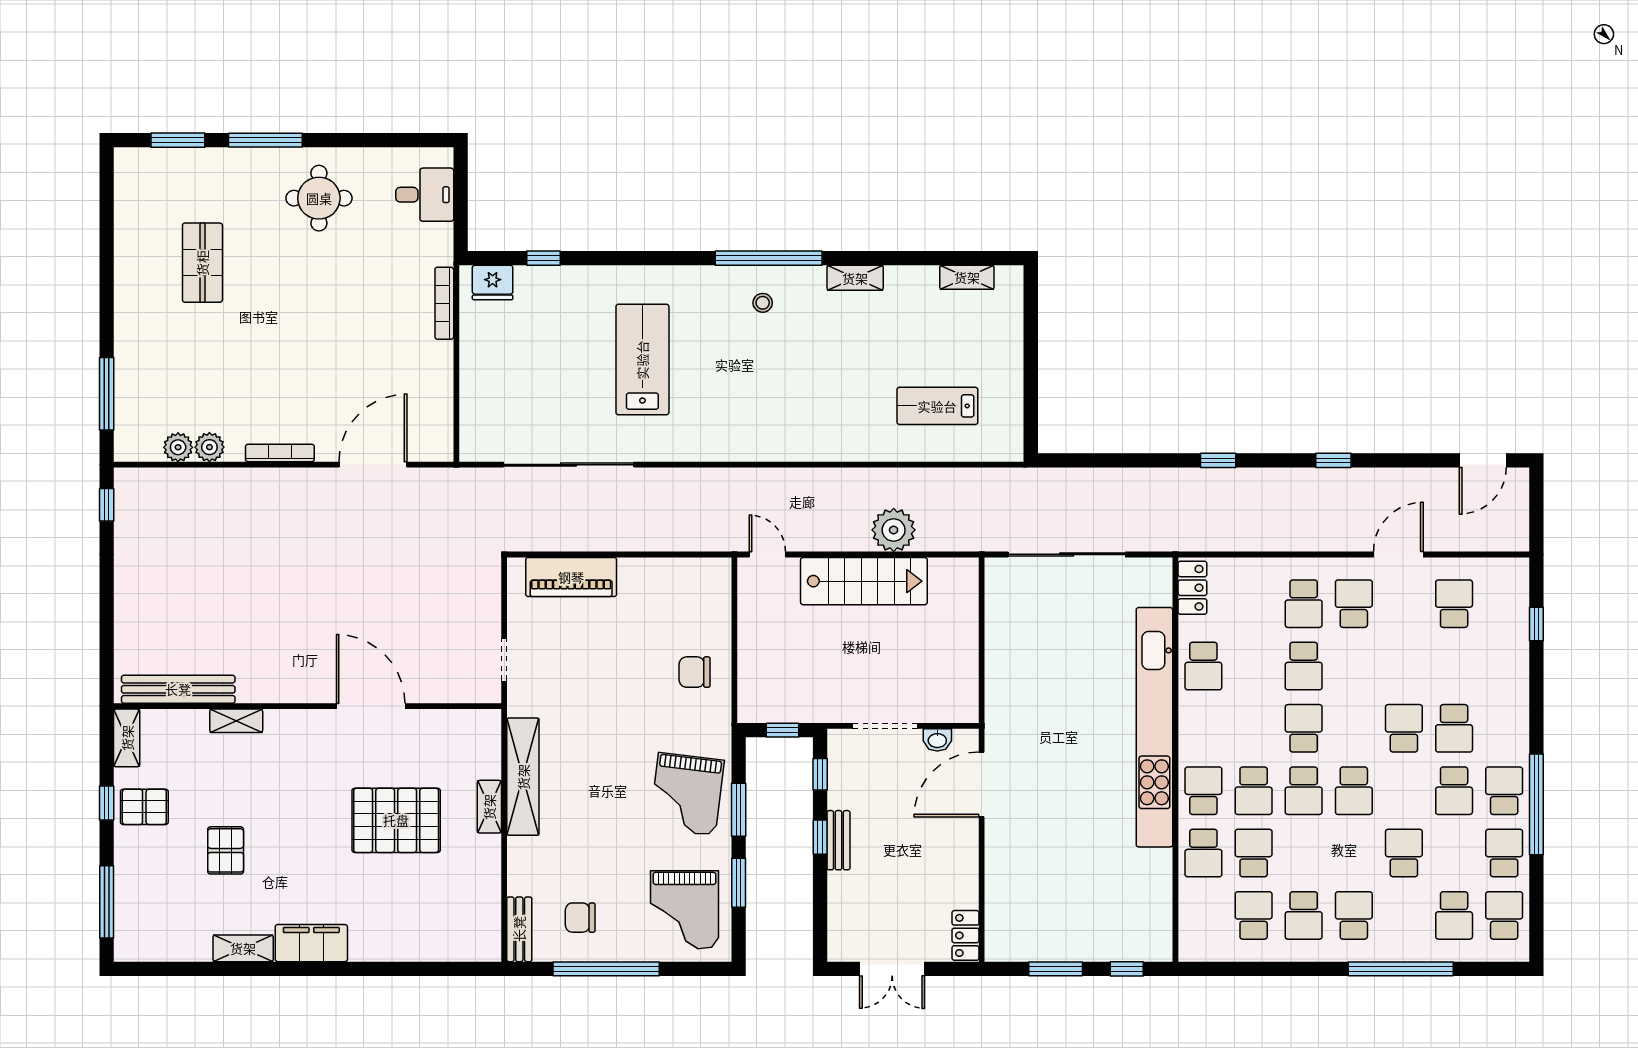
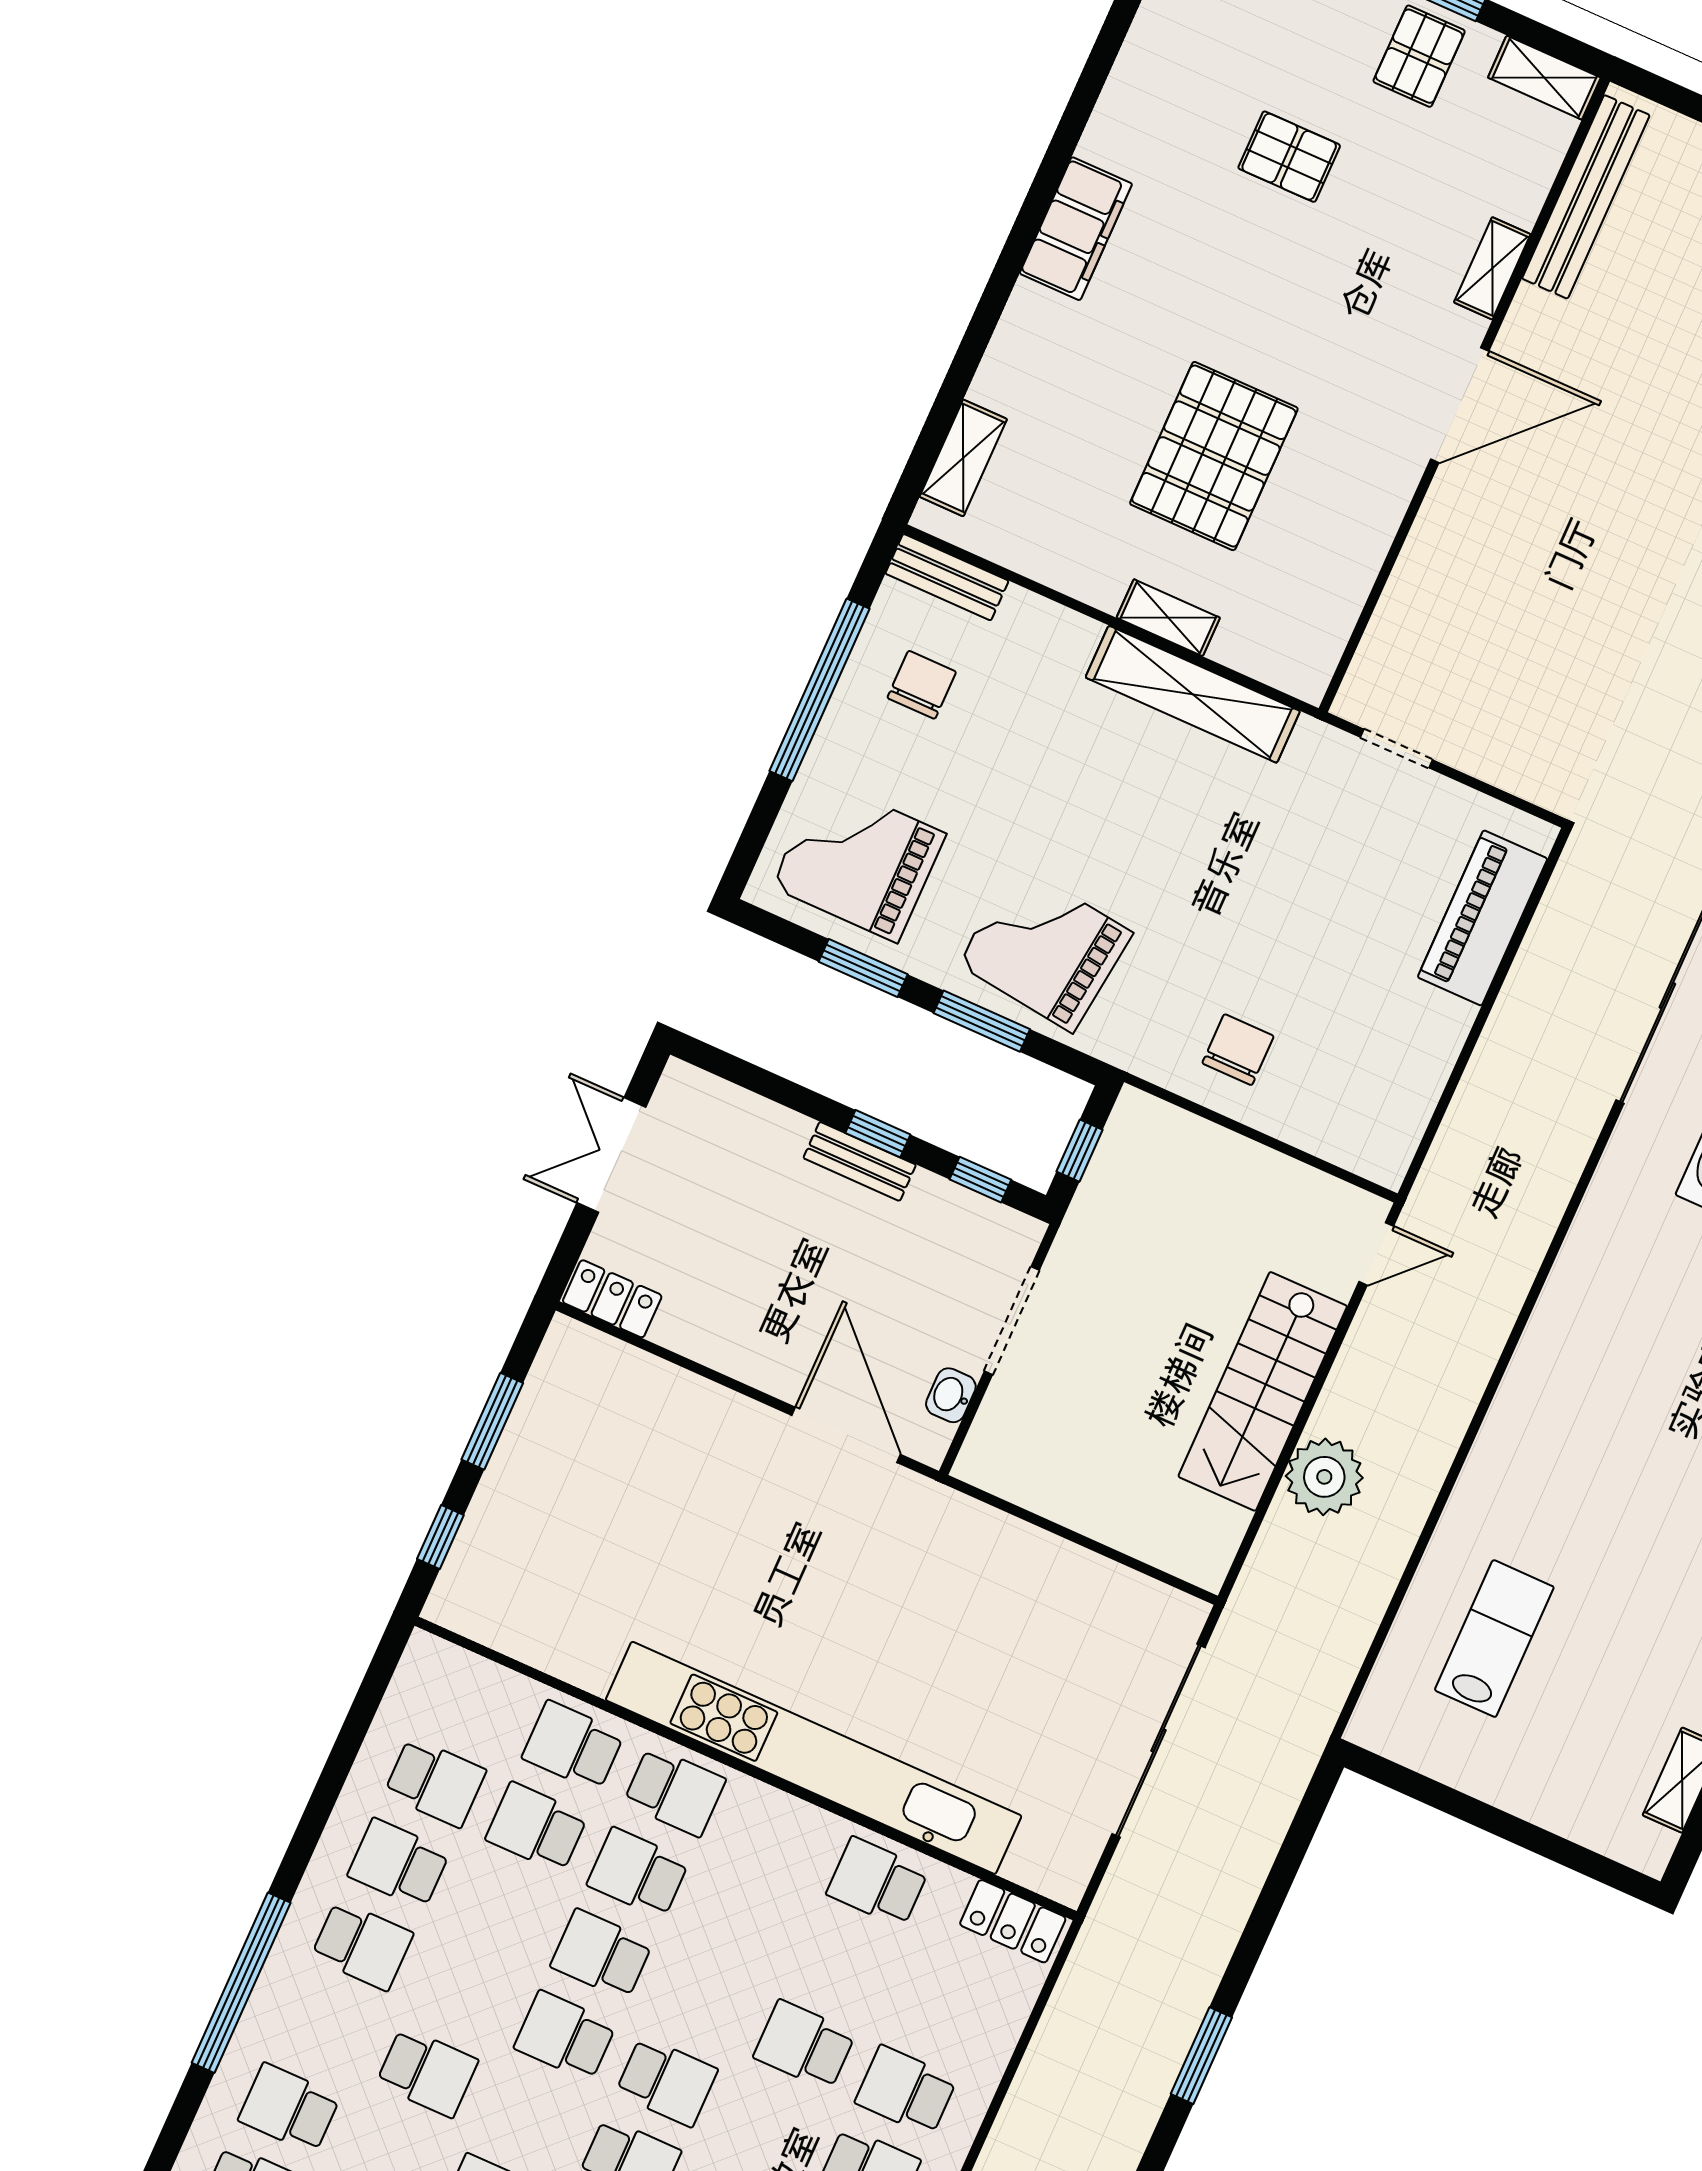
window: (1218, 460) -> (1201, 2056), width x1.50
door: (371, 706) -> (1460, 405), moved
school desk: (1304, 728) -> (667, 2081), moved
school desk: (1254, 853) -> (537, 1828), turned 180
shelving: (243, 948) -> (963, 458), moved

